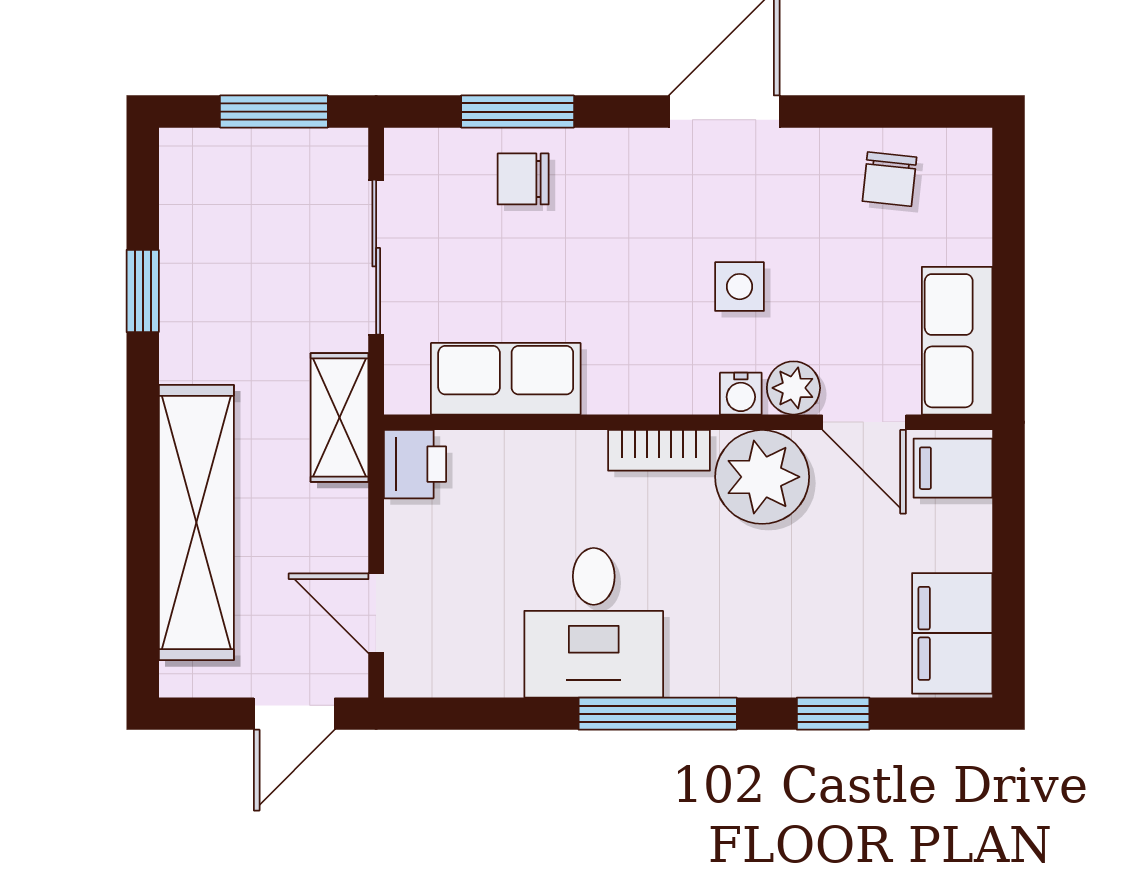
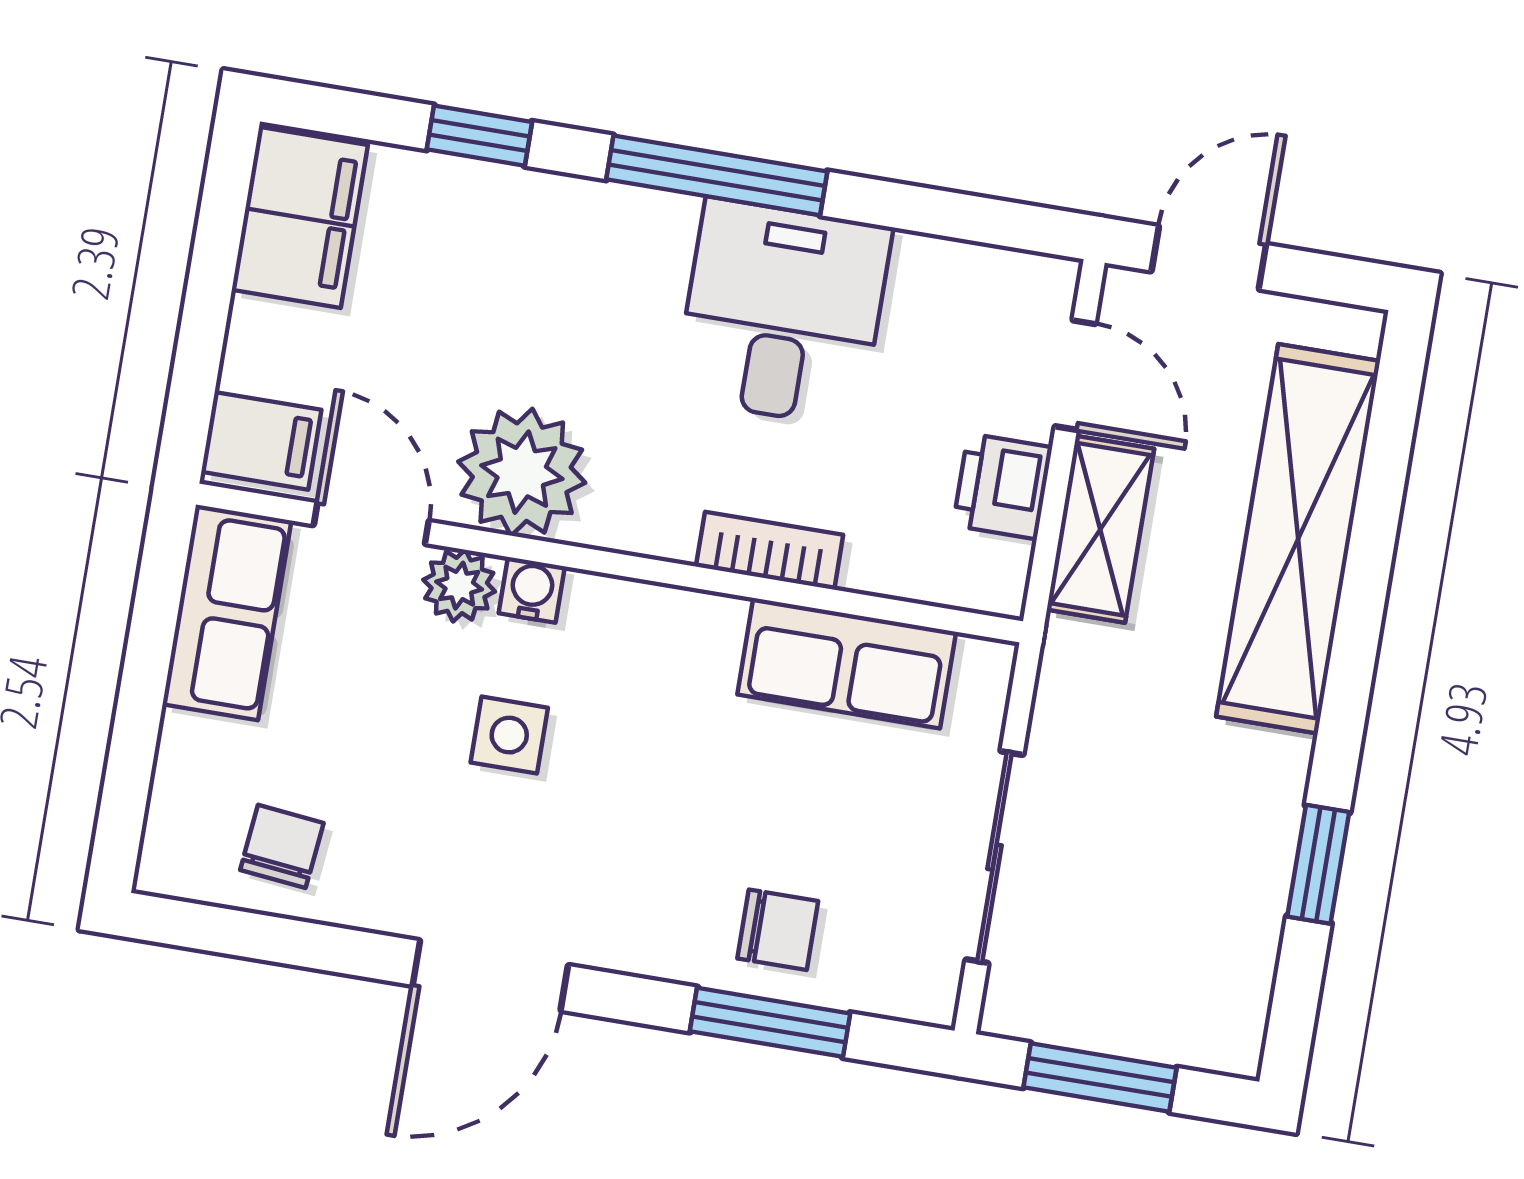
shelving: (340, 417) -> (1100, 529), moved
bookcase: (659, 450) -> (770, 551), moved
printer: (415, 464) -> (1003, 486), moved

